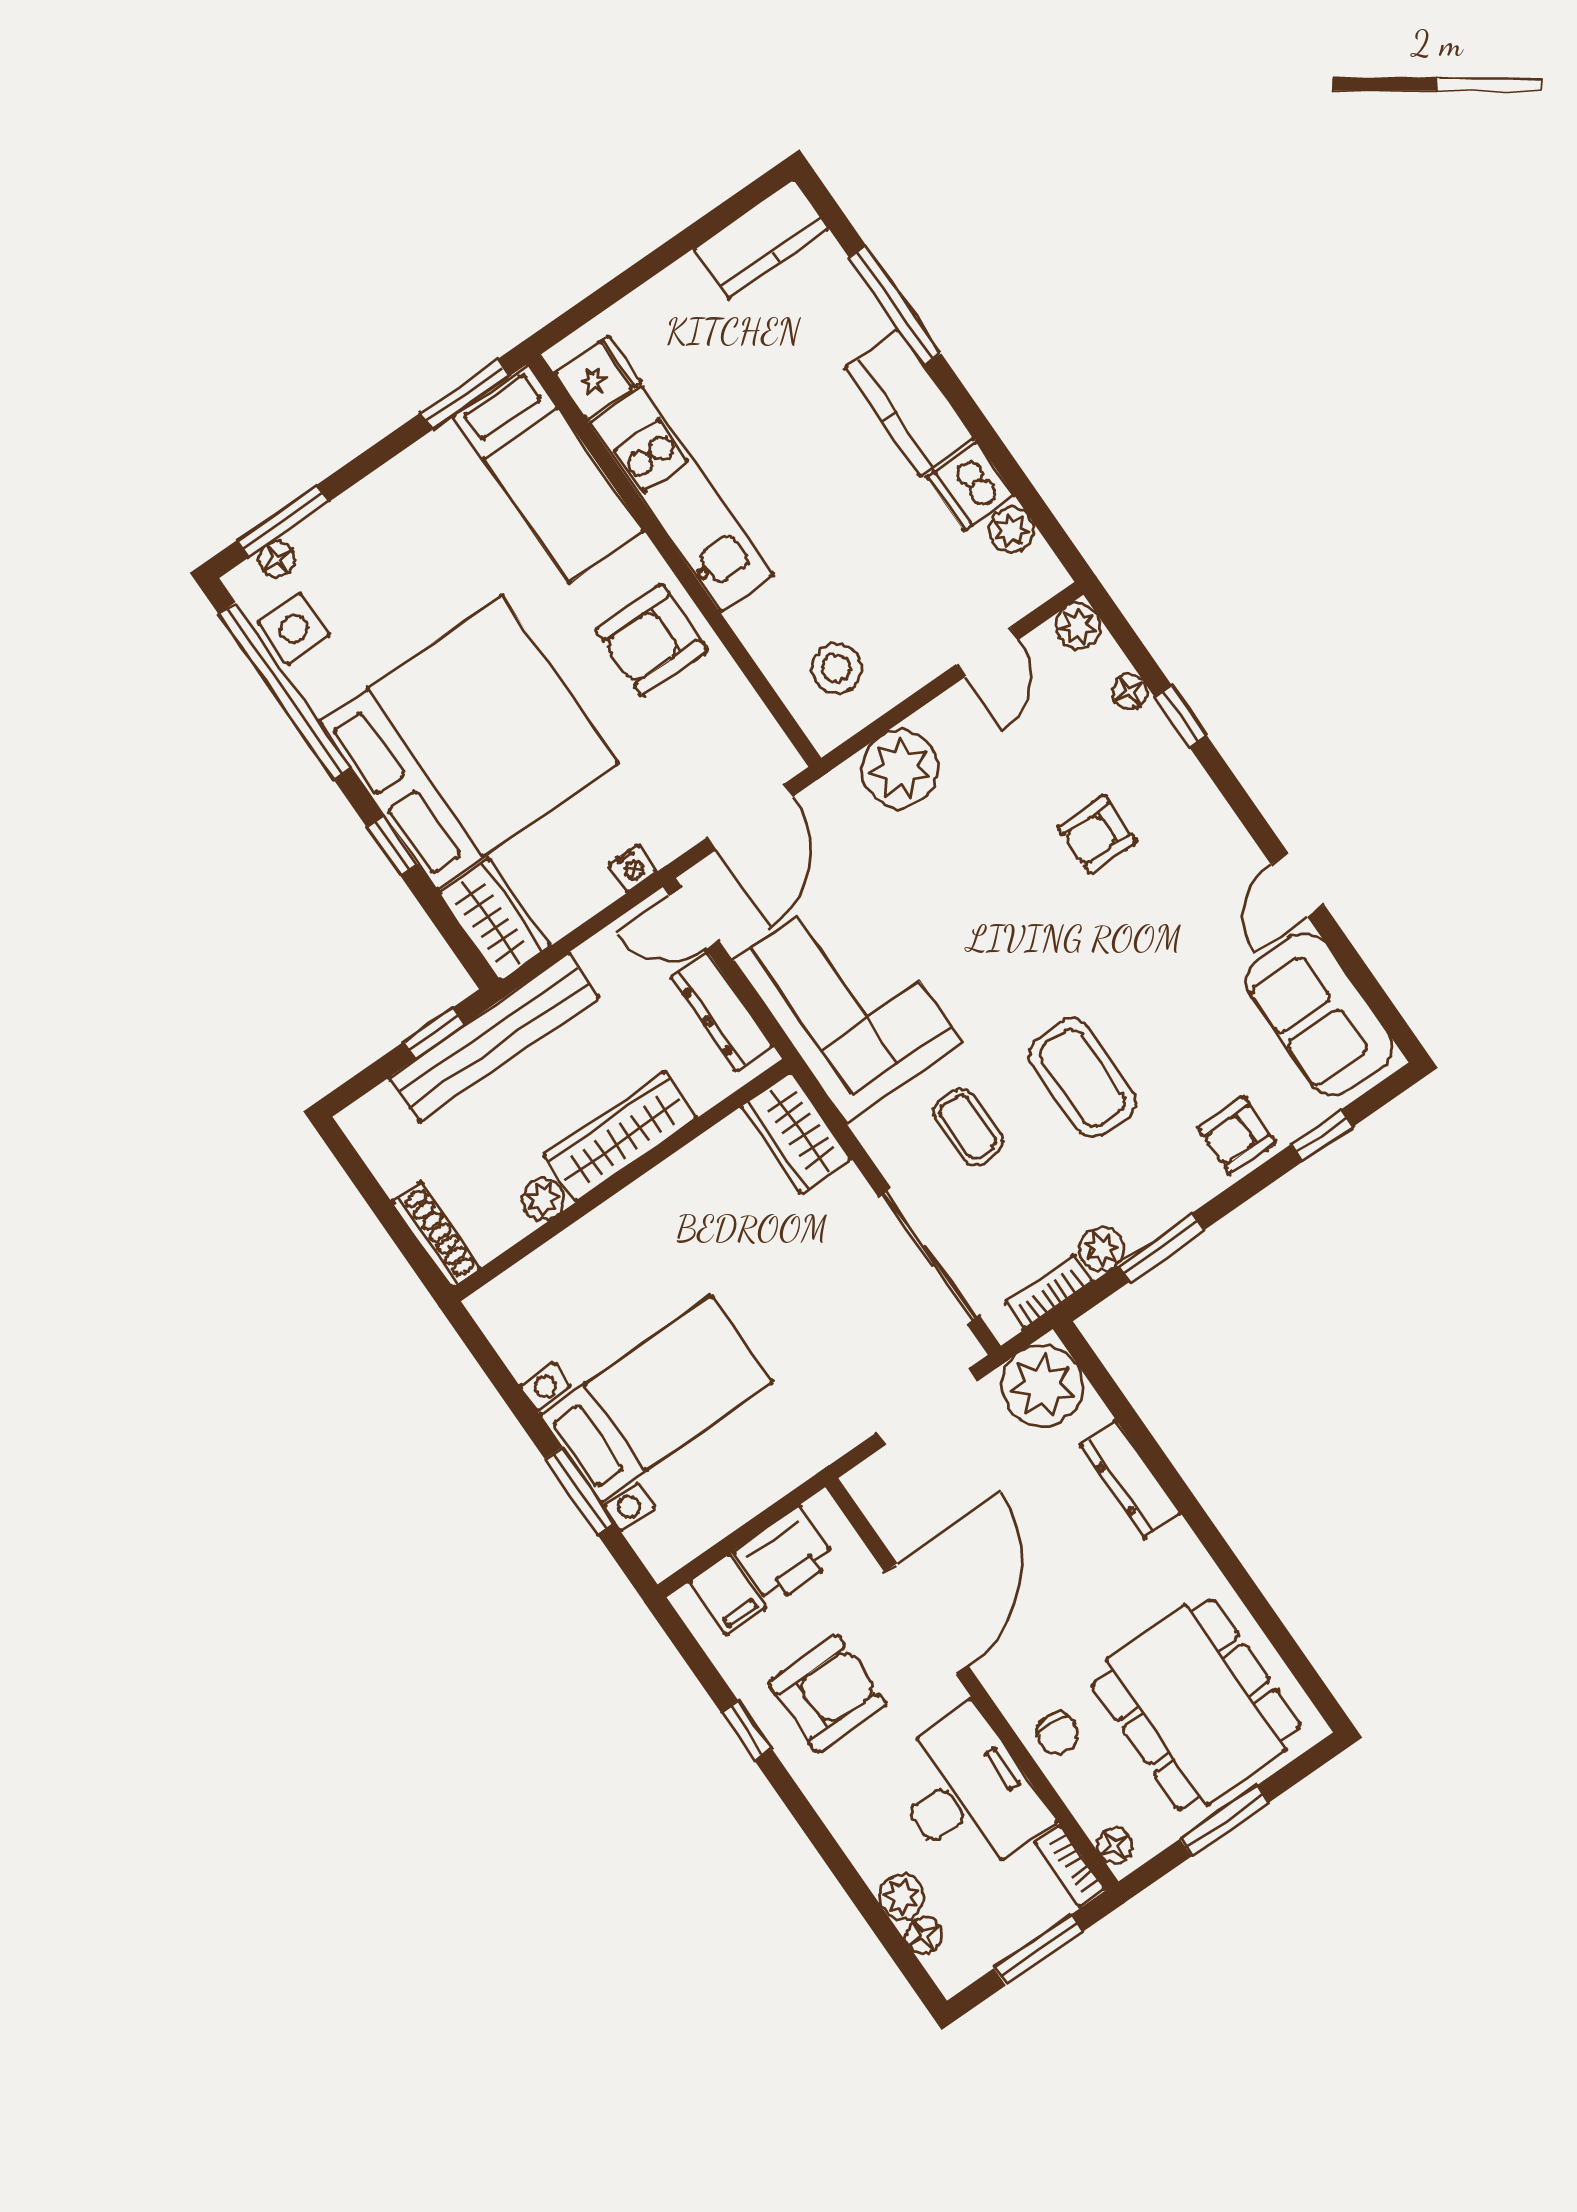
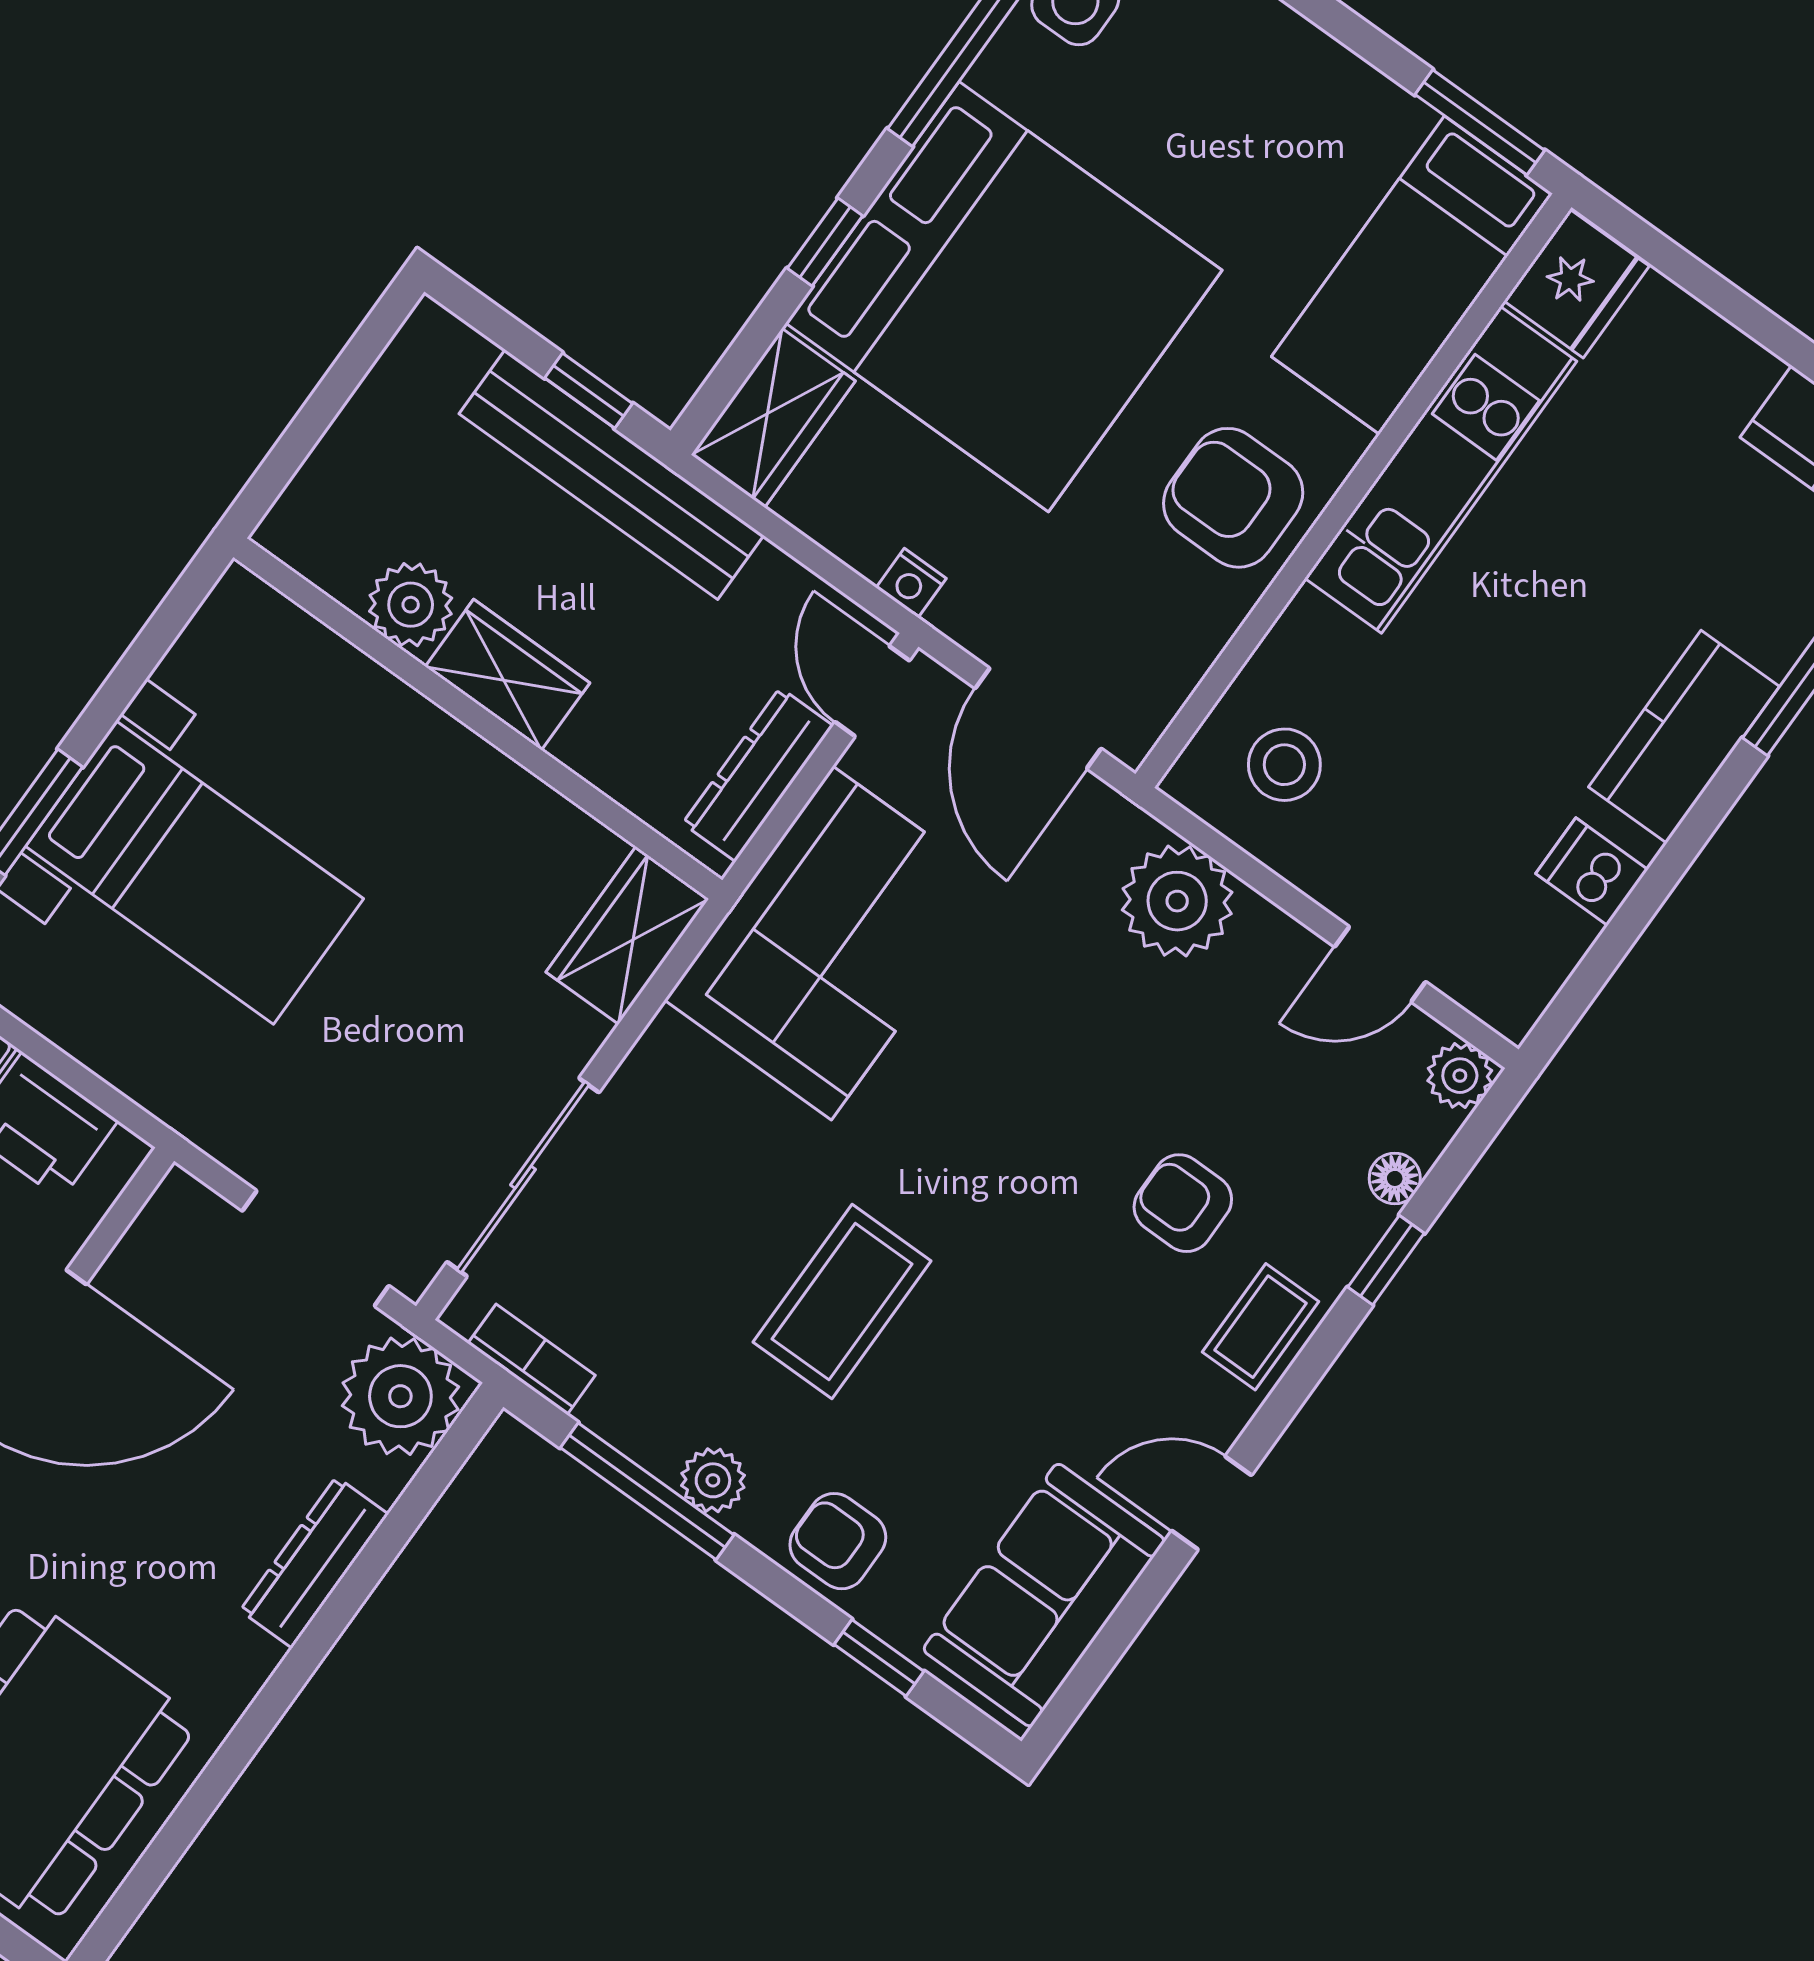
fridge: (598, 378) -> (1577, 284), width x1.38
dishwasher: (971, 486) -> (1592, 872), width x0.73
plant: (1011, 530) -> (1559, 938), removed
door: (750, 817) -> (1038, 718), hinge flipped
coffee table: (968, 1127) -> (1261, 1327), moved
wardrobe: (620, 1137) -> (507, 675), width x0.67
plant: (543, 1199) -> (411, 605), width x1.38, depth x1.38
shoe rack: (436, 1235) -> (312, 492), removed
window: (1161, 1248) -> (647, 1491), width x1.44
plant: (1102, 1249) -> (713, 1480), moved

